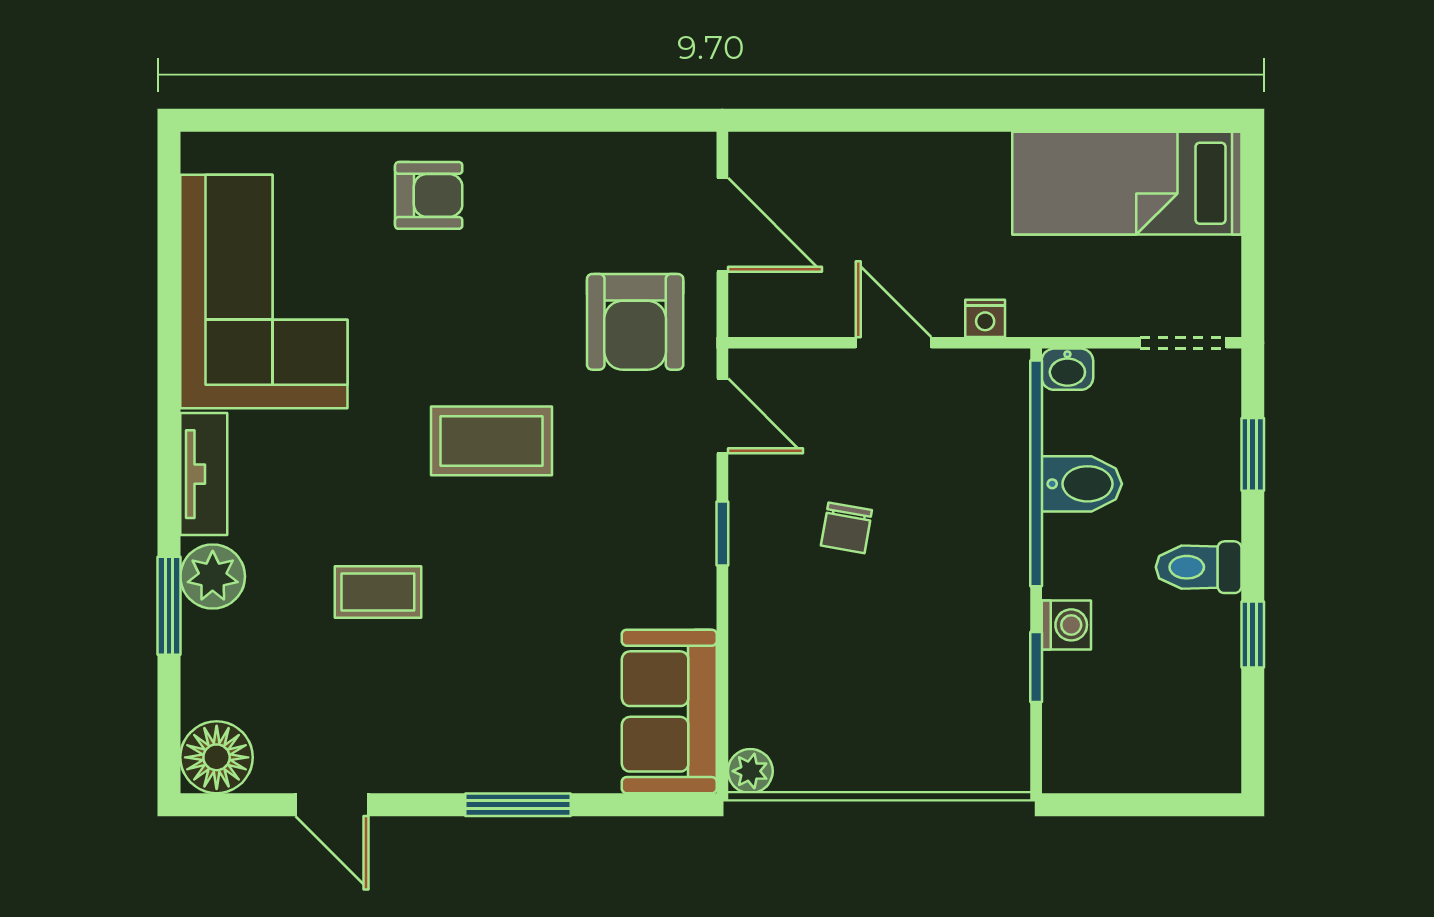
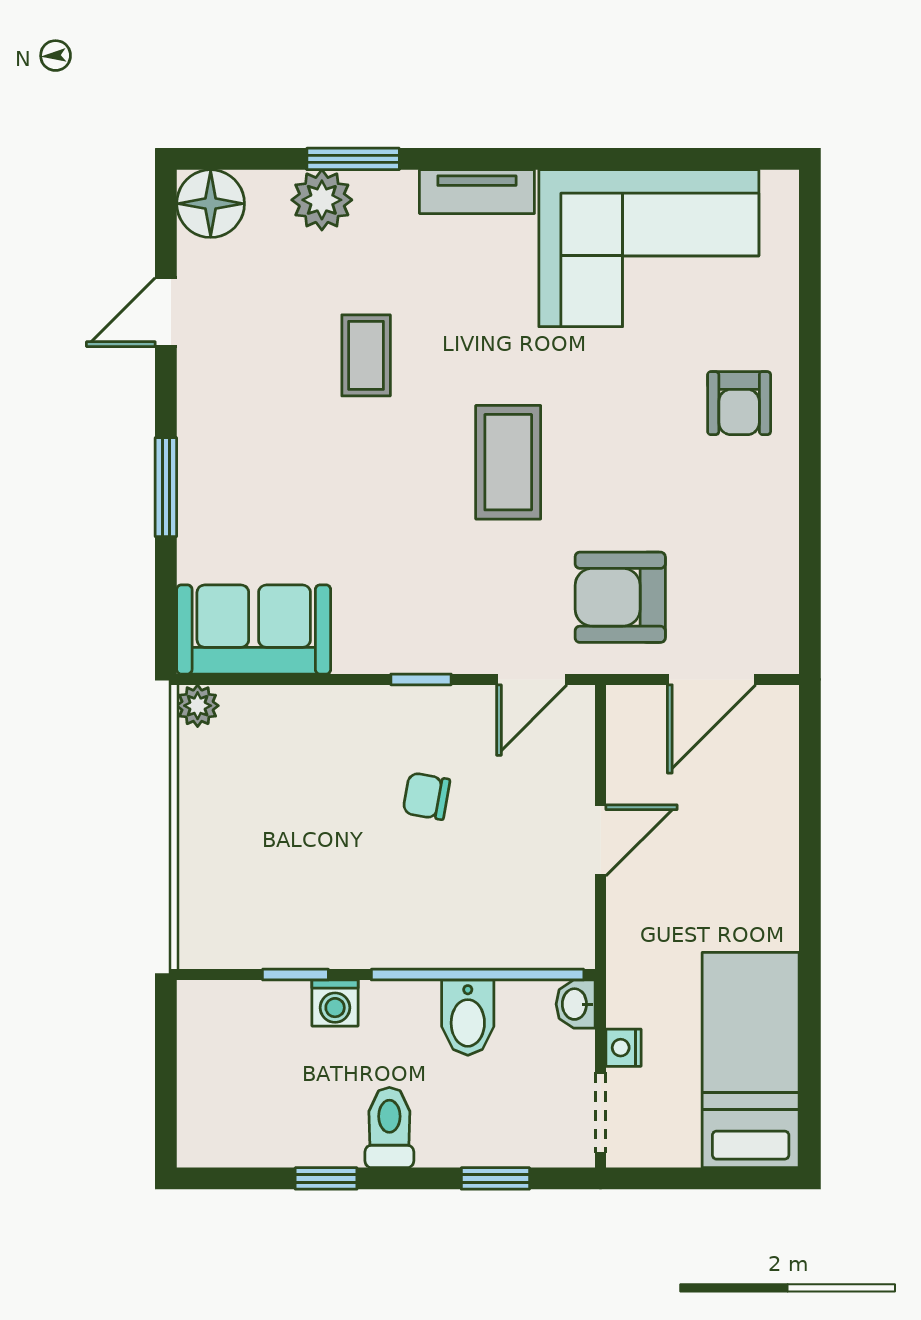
nightstand: (985, 318) -> (623, 1048), moved
plant: (213, 576) -> (322, 200), moved

